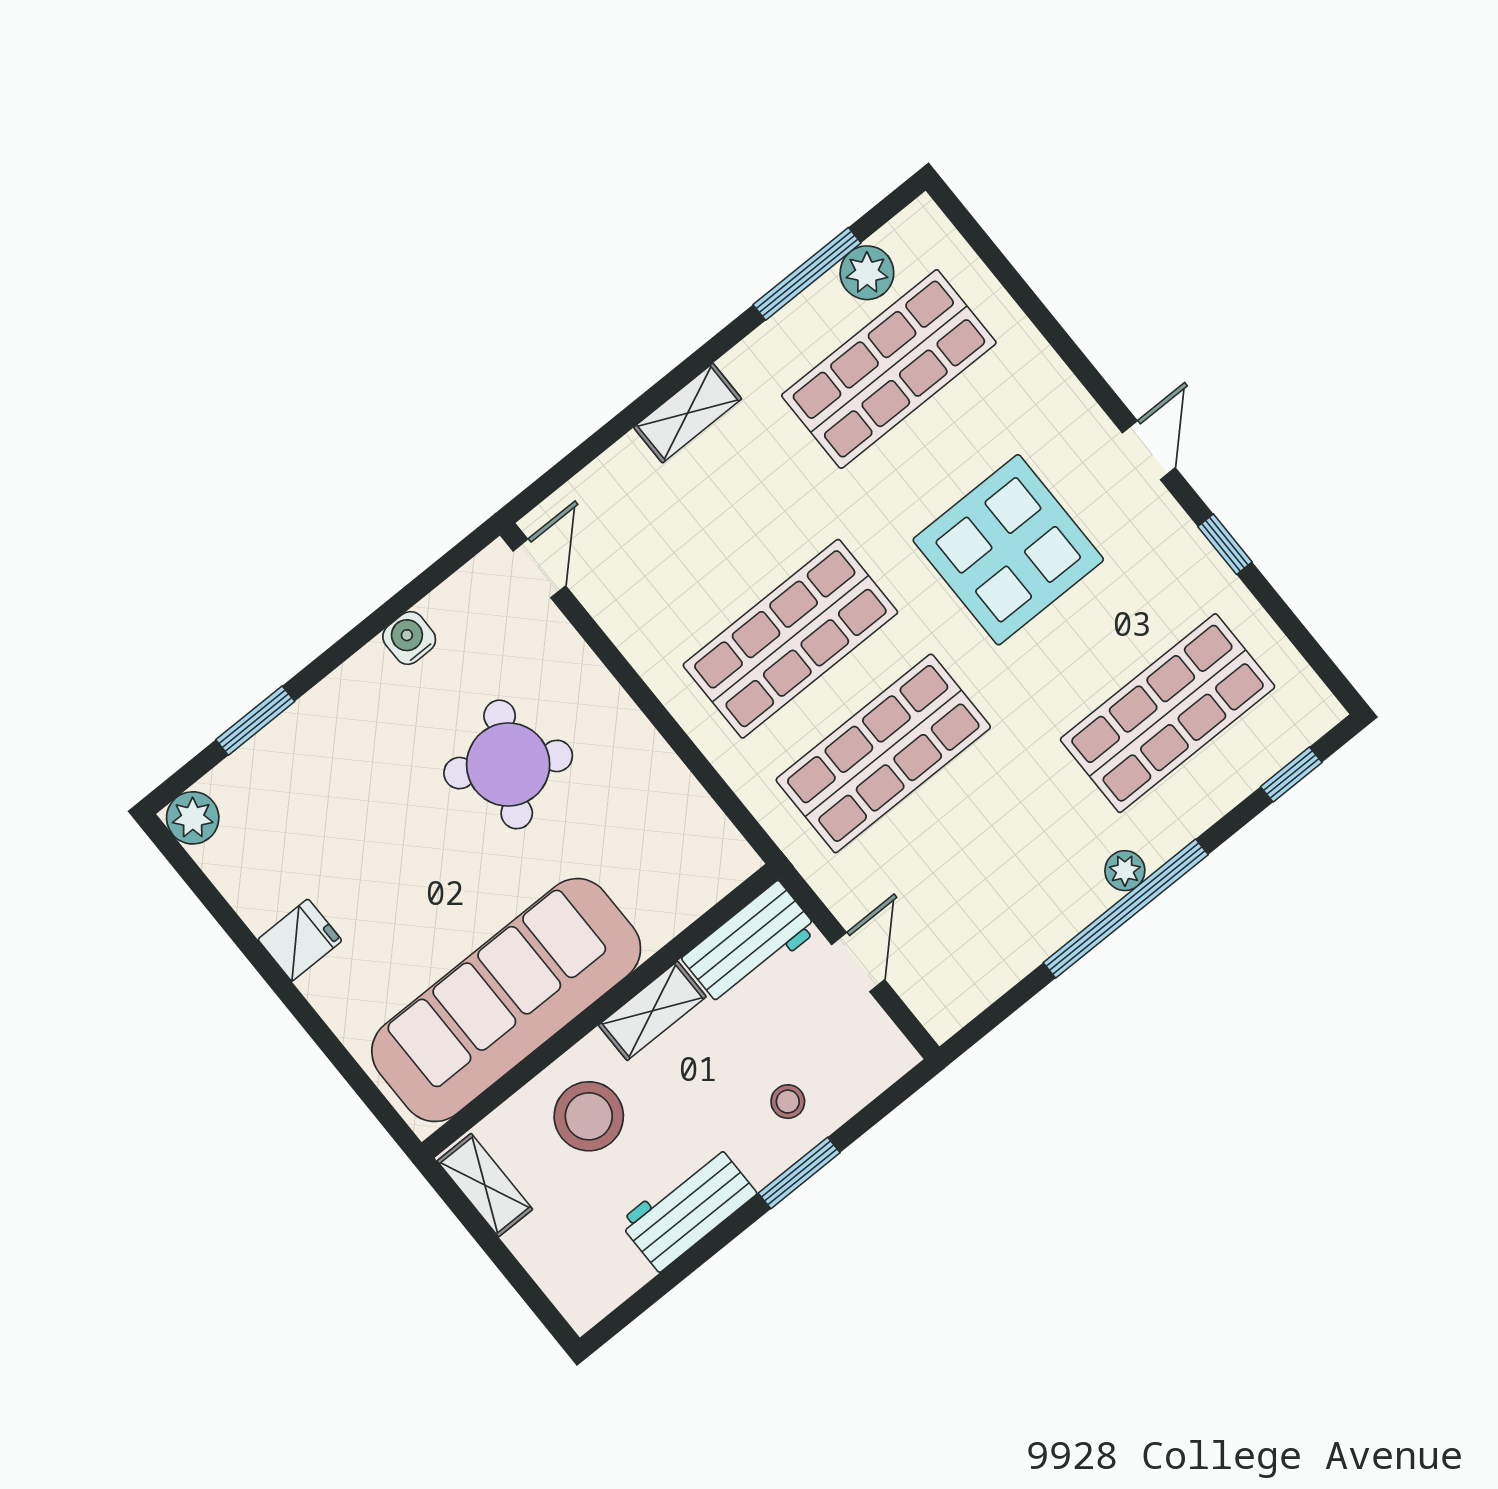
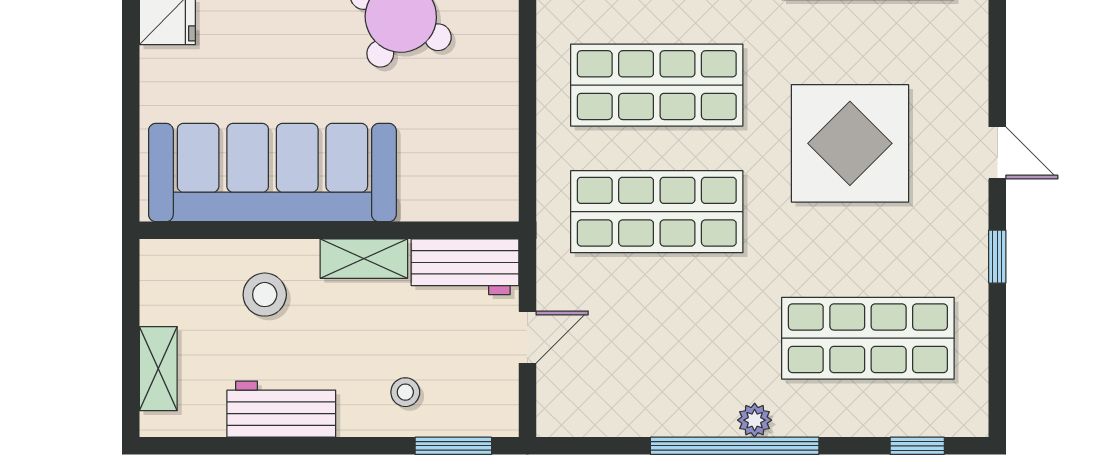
door: (1149, 450) -> (997, 153), hinge flipped
stool: (589, 1116) -> (265, 295), width x0.73, depth x0.73
window: (799, 1173) -> (453, 446), moved
shelving: (485, 1185) -> (158, 369), moved

